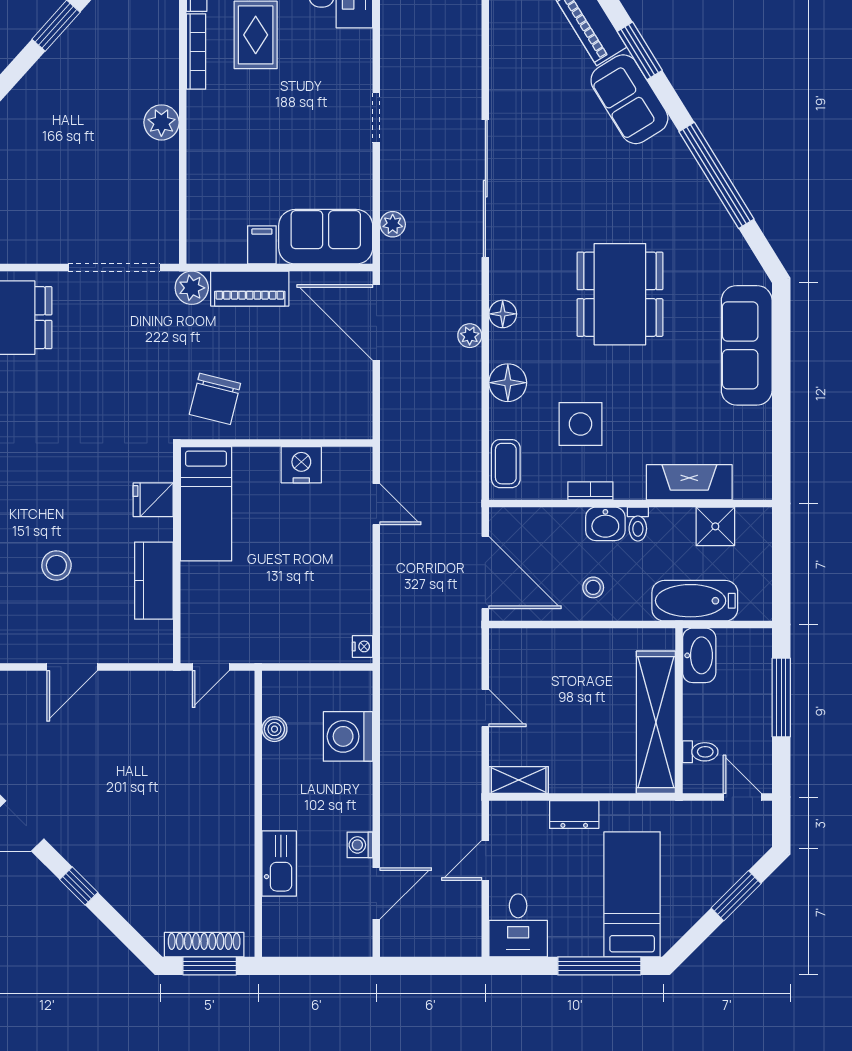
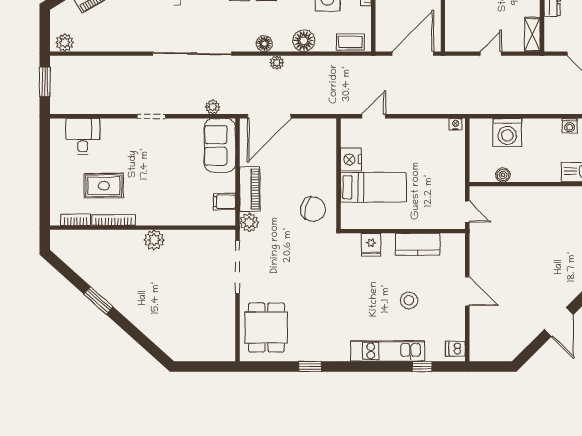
filing cabinet: (262, 245) -> (225, 202), moved
bed: (206, 504) -> (373, 187), moved

